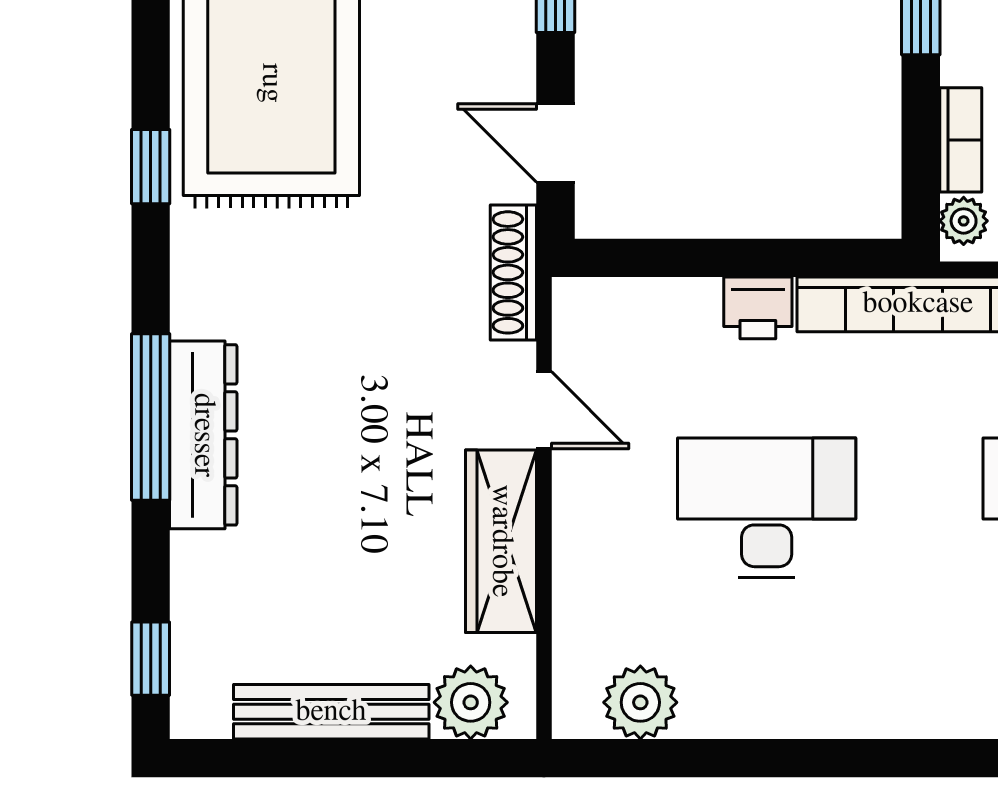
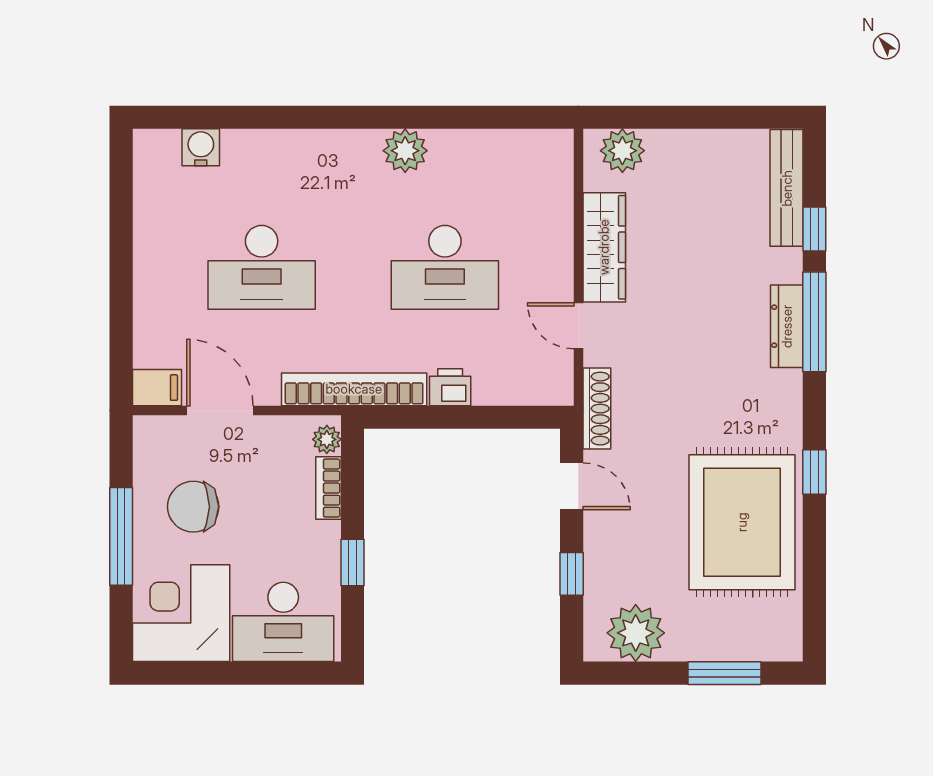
dresser: (203, 435) -> (787, 326), width x0.73, depth x0.80
window: (151, 659) -> (814, 229), moved
plant: (640, 702) -> (405, 151), moved
bench: (331, 712) -> (787, 188), moved, turned 90

